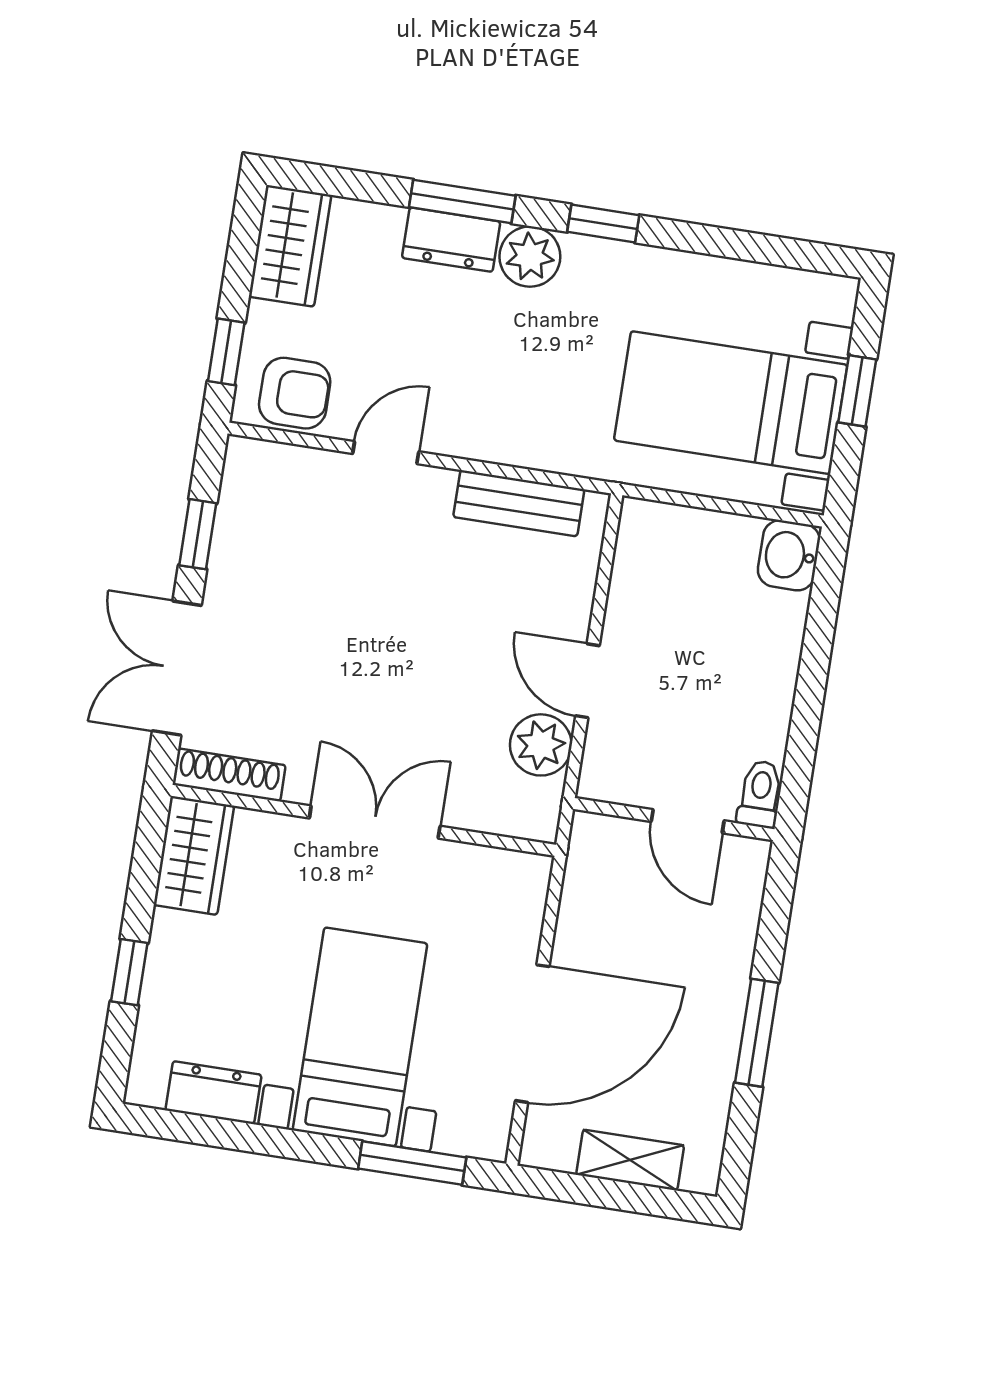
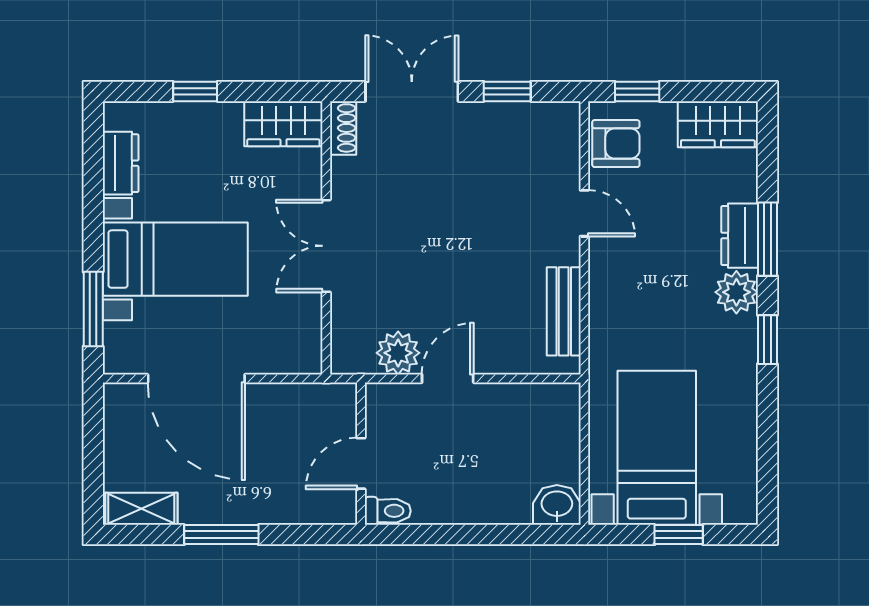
armchair: (295, 393) -> (616, 144), turned -90
shoe rack: (229, 775) -> (343, 128), width x0.70
double door: (375, 822) -> (326, 246), swing flipped
shelving: (630, 1160) -> (141, 509), moved, turned 90

